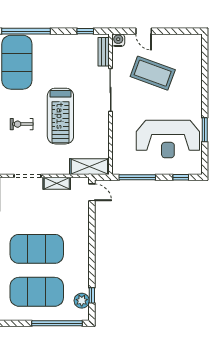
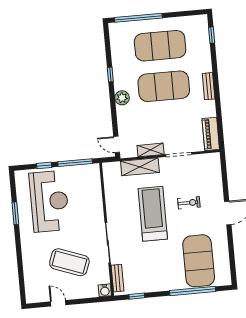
door: (144, 31) -> (58, 303), moved
reception desk: (168, 139) -> (49, 201), turned 90
shelving: (89, 167) -> (140, 167), moved
window: (181, 177) -> (44, 165), moved
window: (92, 295) -> (110, 74), moved
plant: (82, 301) -> (122, 98), moved

